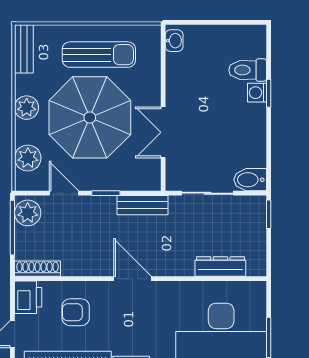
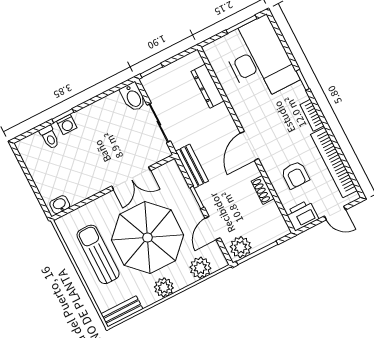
toilet: (248, 70) -> (49, 137), width x0.73, depth x0.72
shoe rack: (38, 269) -> (263, 190), moved, width x0.70

